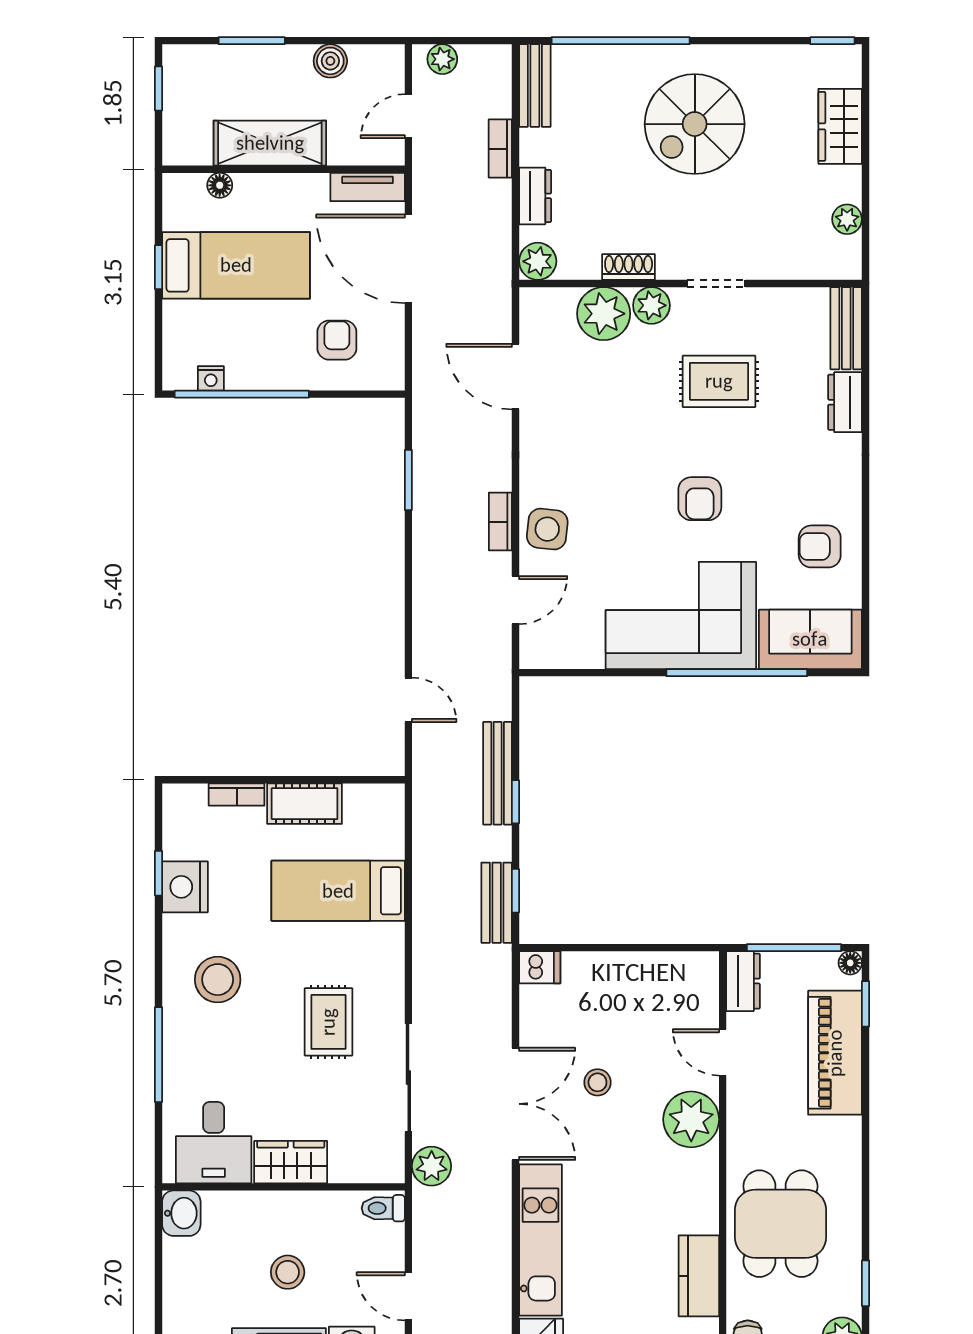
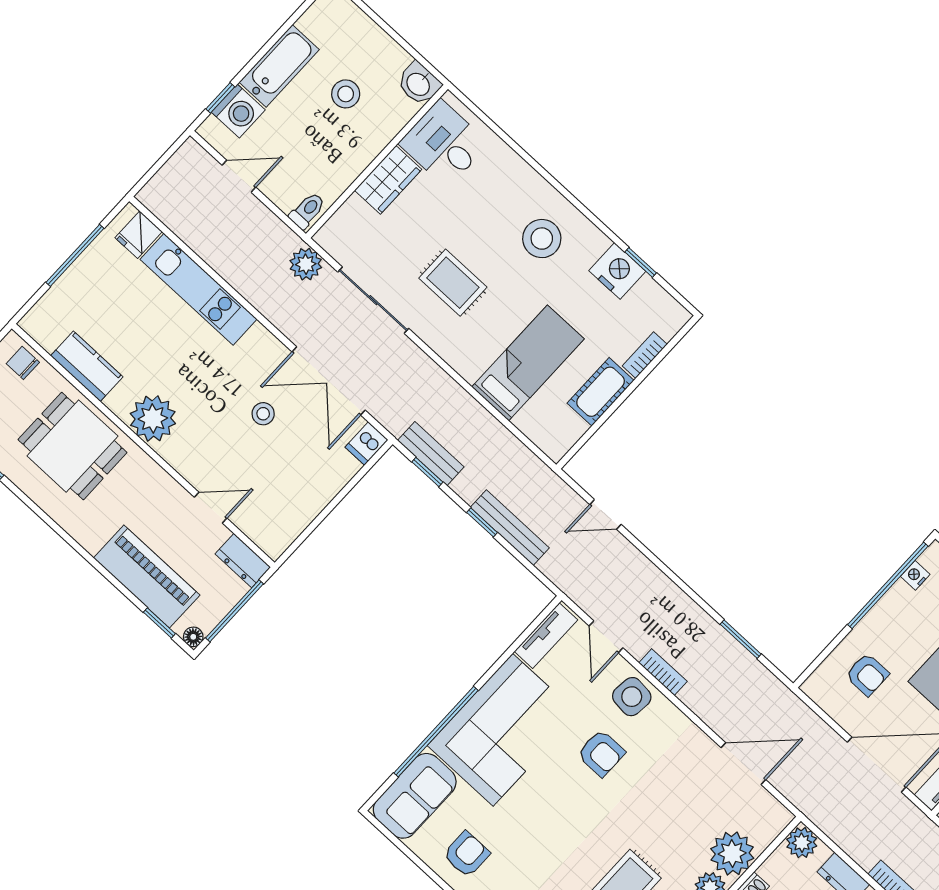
armchair: (700, 499) -> (601, 753), moved, turned 180
tv unit: (563, 654) -> (546, 636), added
window: (158, 1055) -> (529, 160), removed
double door: (516, 1104) -> (329, 381), moved
plant: (691, 1119) -> (153, 419), moved
stool: (288, 1272) -> (346, 94), moved

